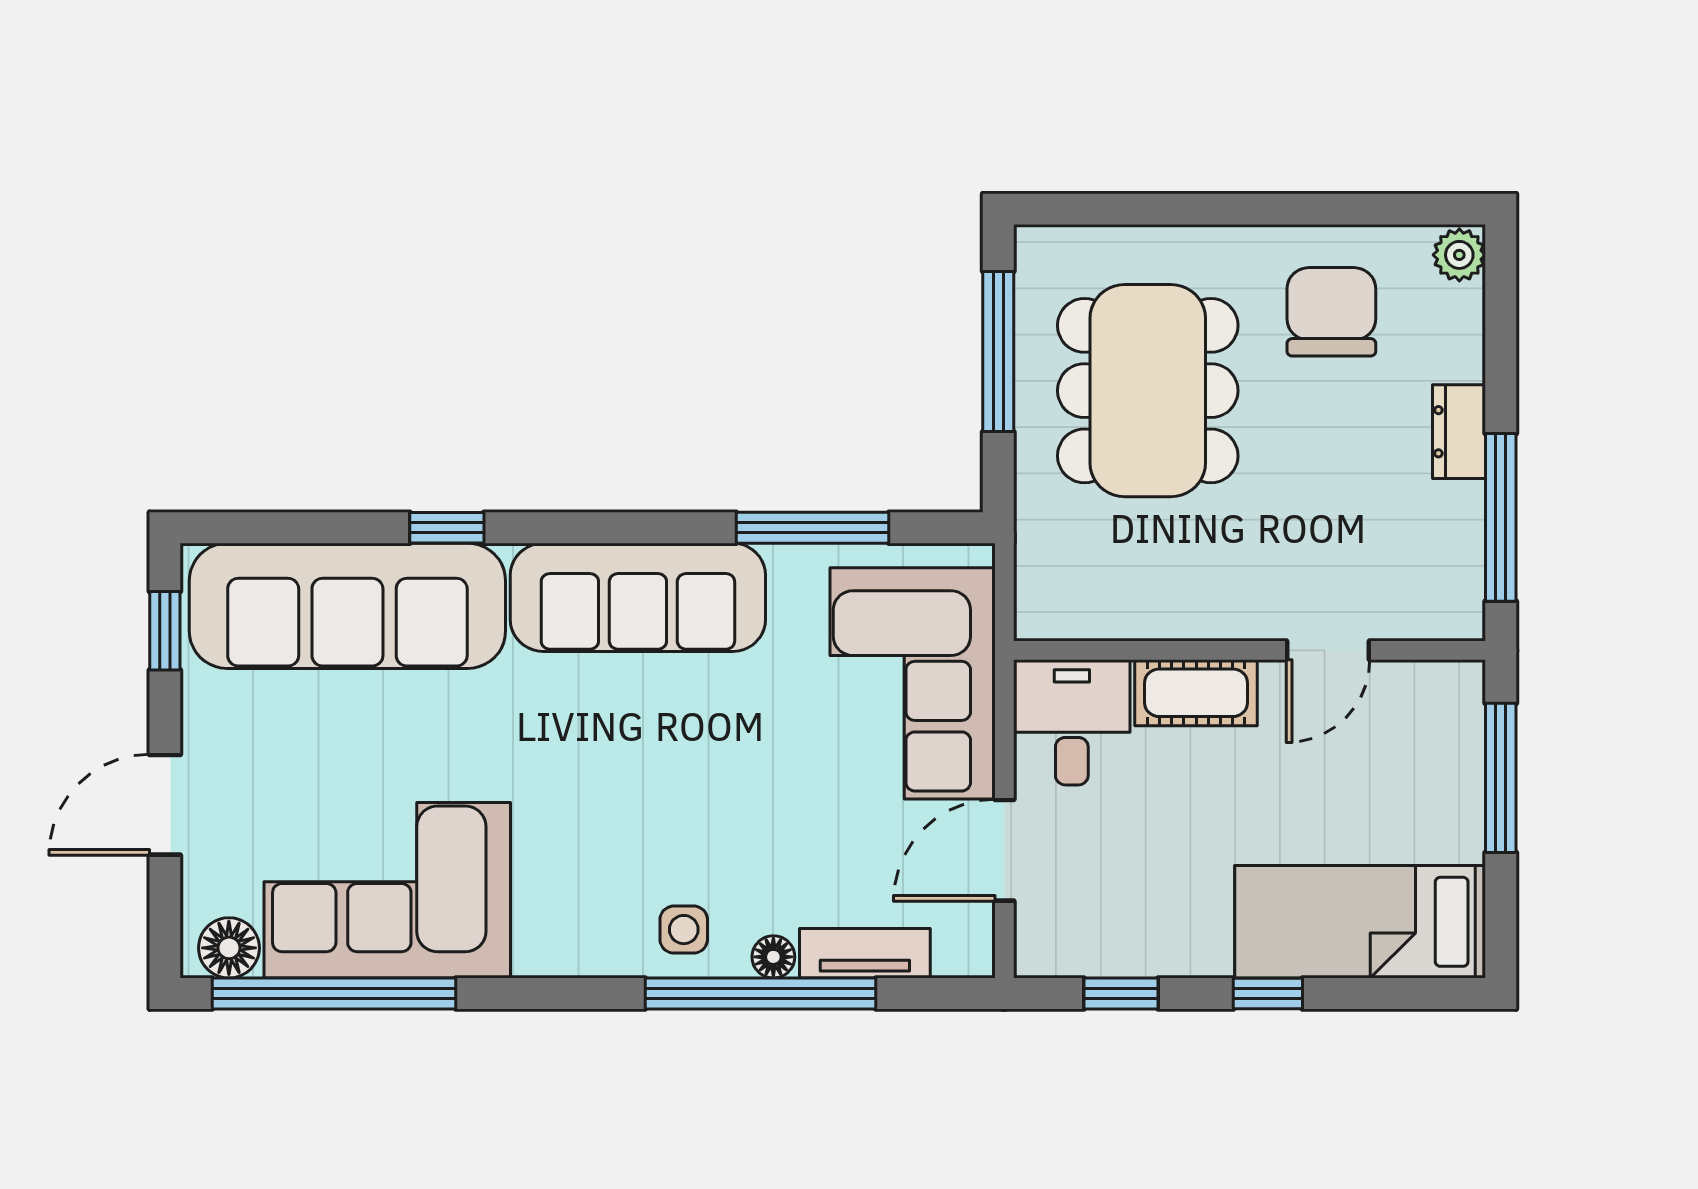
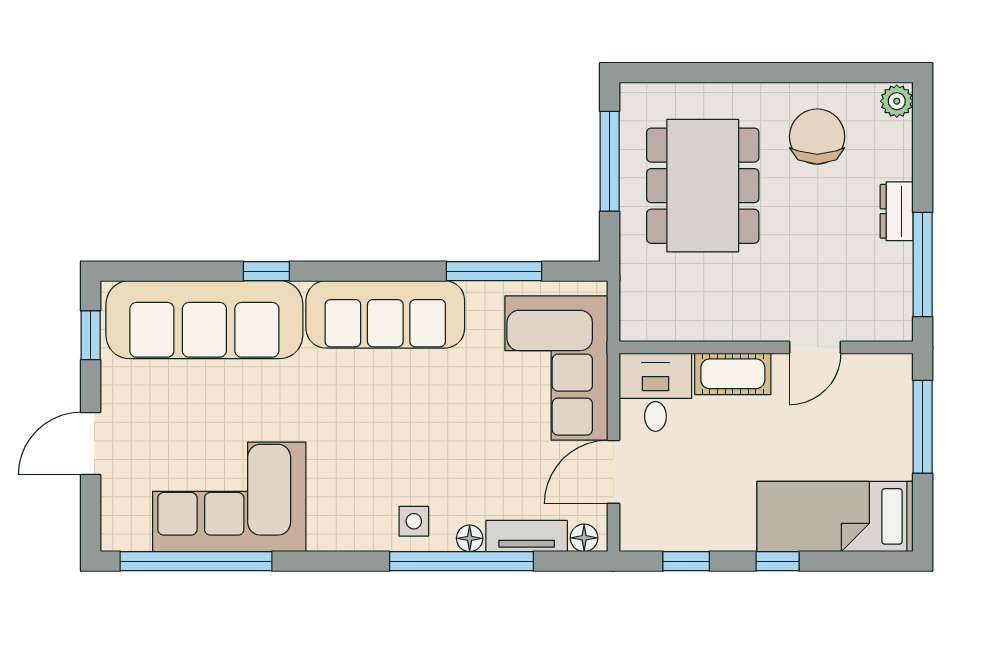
floor lamp: (229, 948) -> (584, 538), moved, width x0.73, depth x0.73

